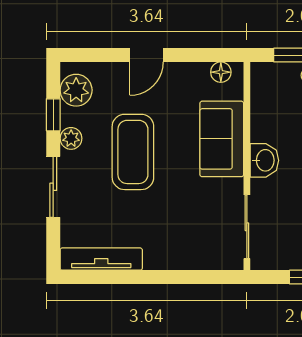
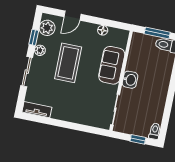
door: (147, 55) -> (73, 16), moved
floor lamp: (221, 72) -> (103, 30), moved
tv unit: (101, 259) -> (37, 110), width x0.71

